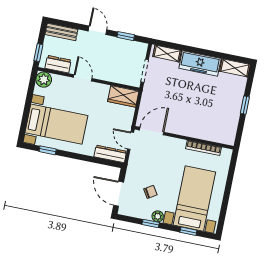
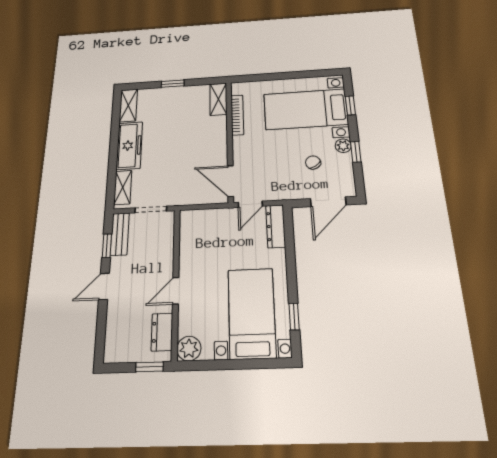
bench: (61, 32) -> (120, 234), moved
wardrobe: (123, 96) -> (191, 229), removed
shelving: (221, 137) -> (218, 99), added

